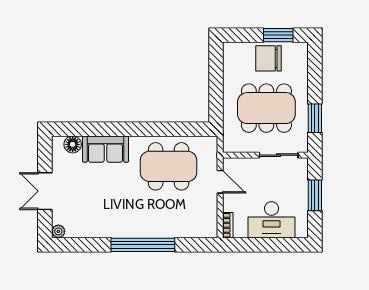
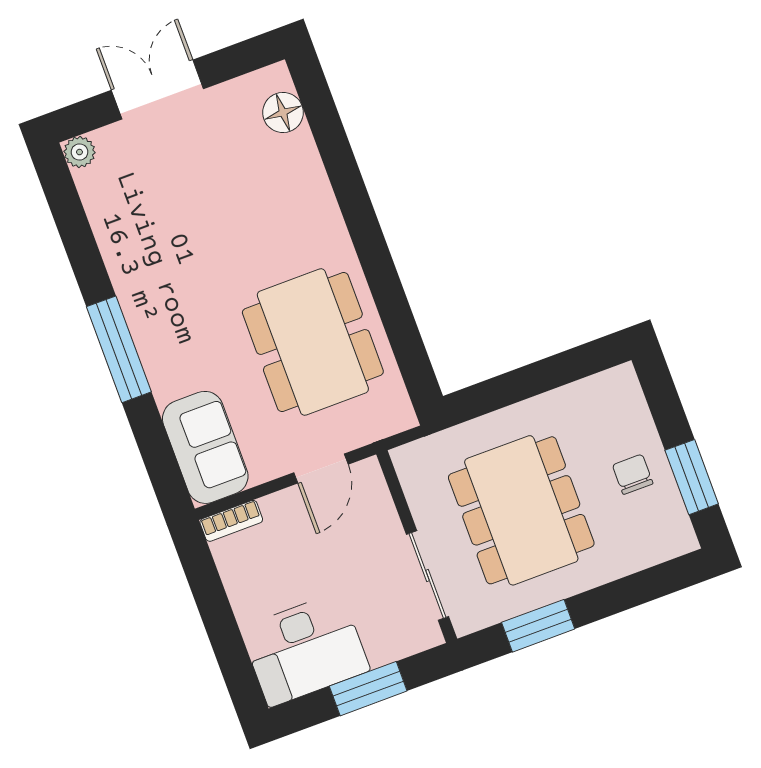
chair: (269, 58) -> (633, 474), width x0.54, depth x0.54
sofa: (106, 149) -> (205, 447), moved, turned 180
desk: (272, 220) -> (305, 649), moved, turned -90
window: (143, 245) -> (119, 349), width x0.68

